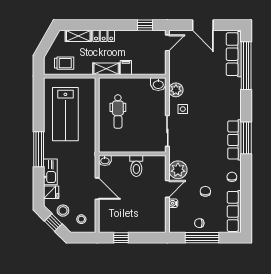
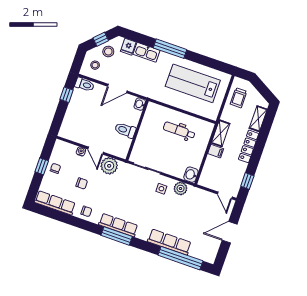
locker: (104, 36) -> (249, 146), width x1.53
row of seats: (234, 54) -> (169, 242), moved
toilet: (105, 223) -> (85, 85), added
window: (202, 238) -> (42, 166), width x0.46

